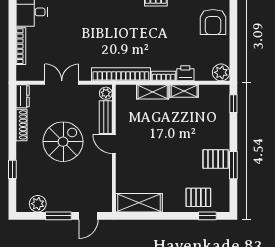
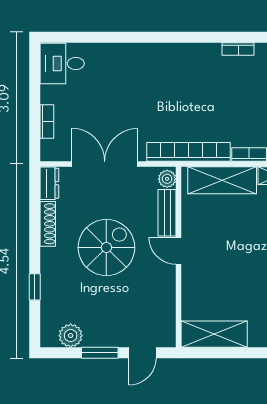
bookcase: (21, 46) -> (47, 122), width x0.64
double door: (62, 83) -> (105, 164), width x1.37
shelving: (153, 92) -> (222, 180), width x1.50, depth x1.33

